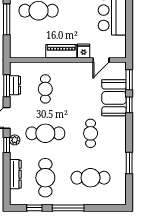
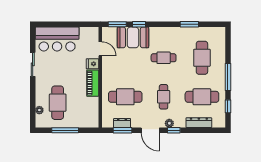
cafe table: (45, 89) -> (125, 97), width x1.37, depth x1.35
cafe table: (45, 133) -> (164, 97), width x0.73, depth x0.74

